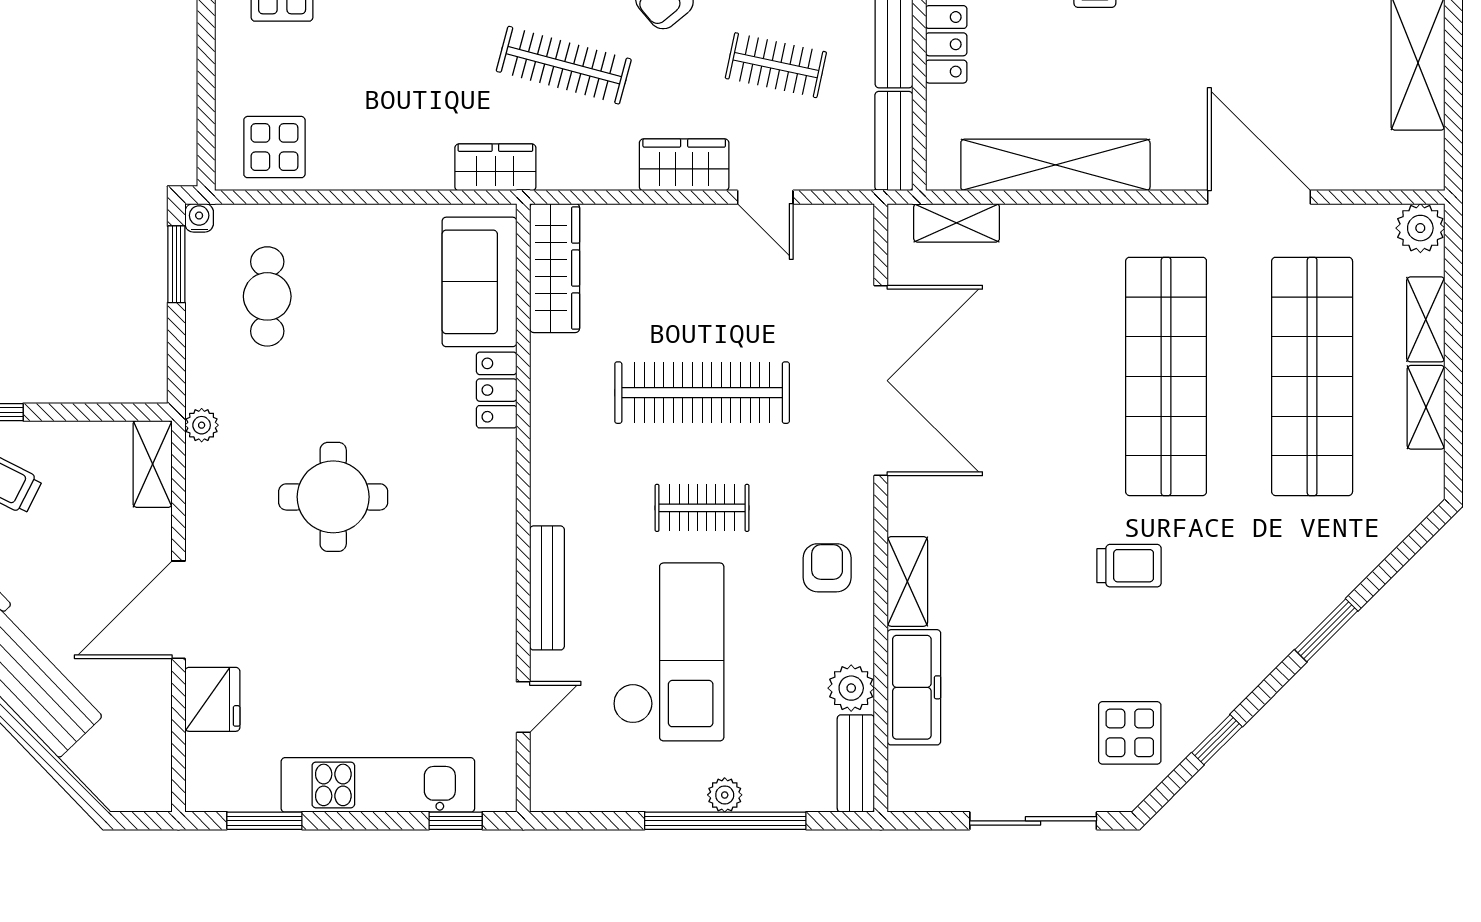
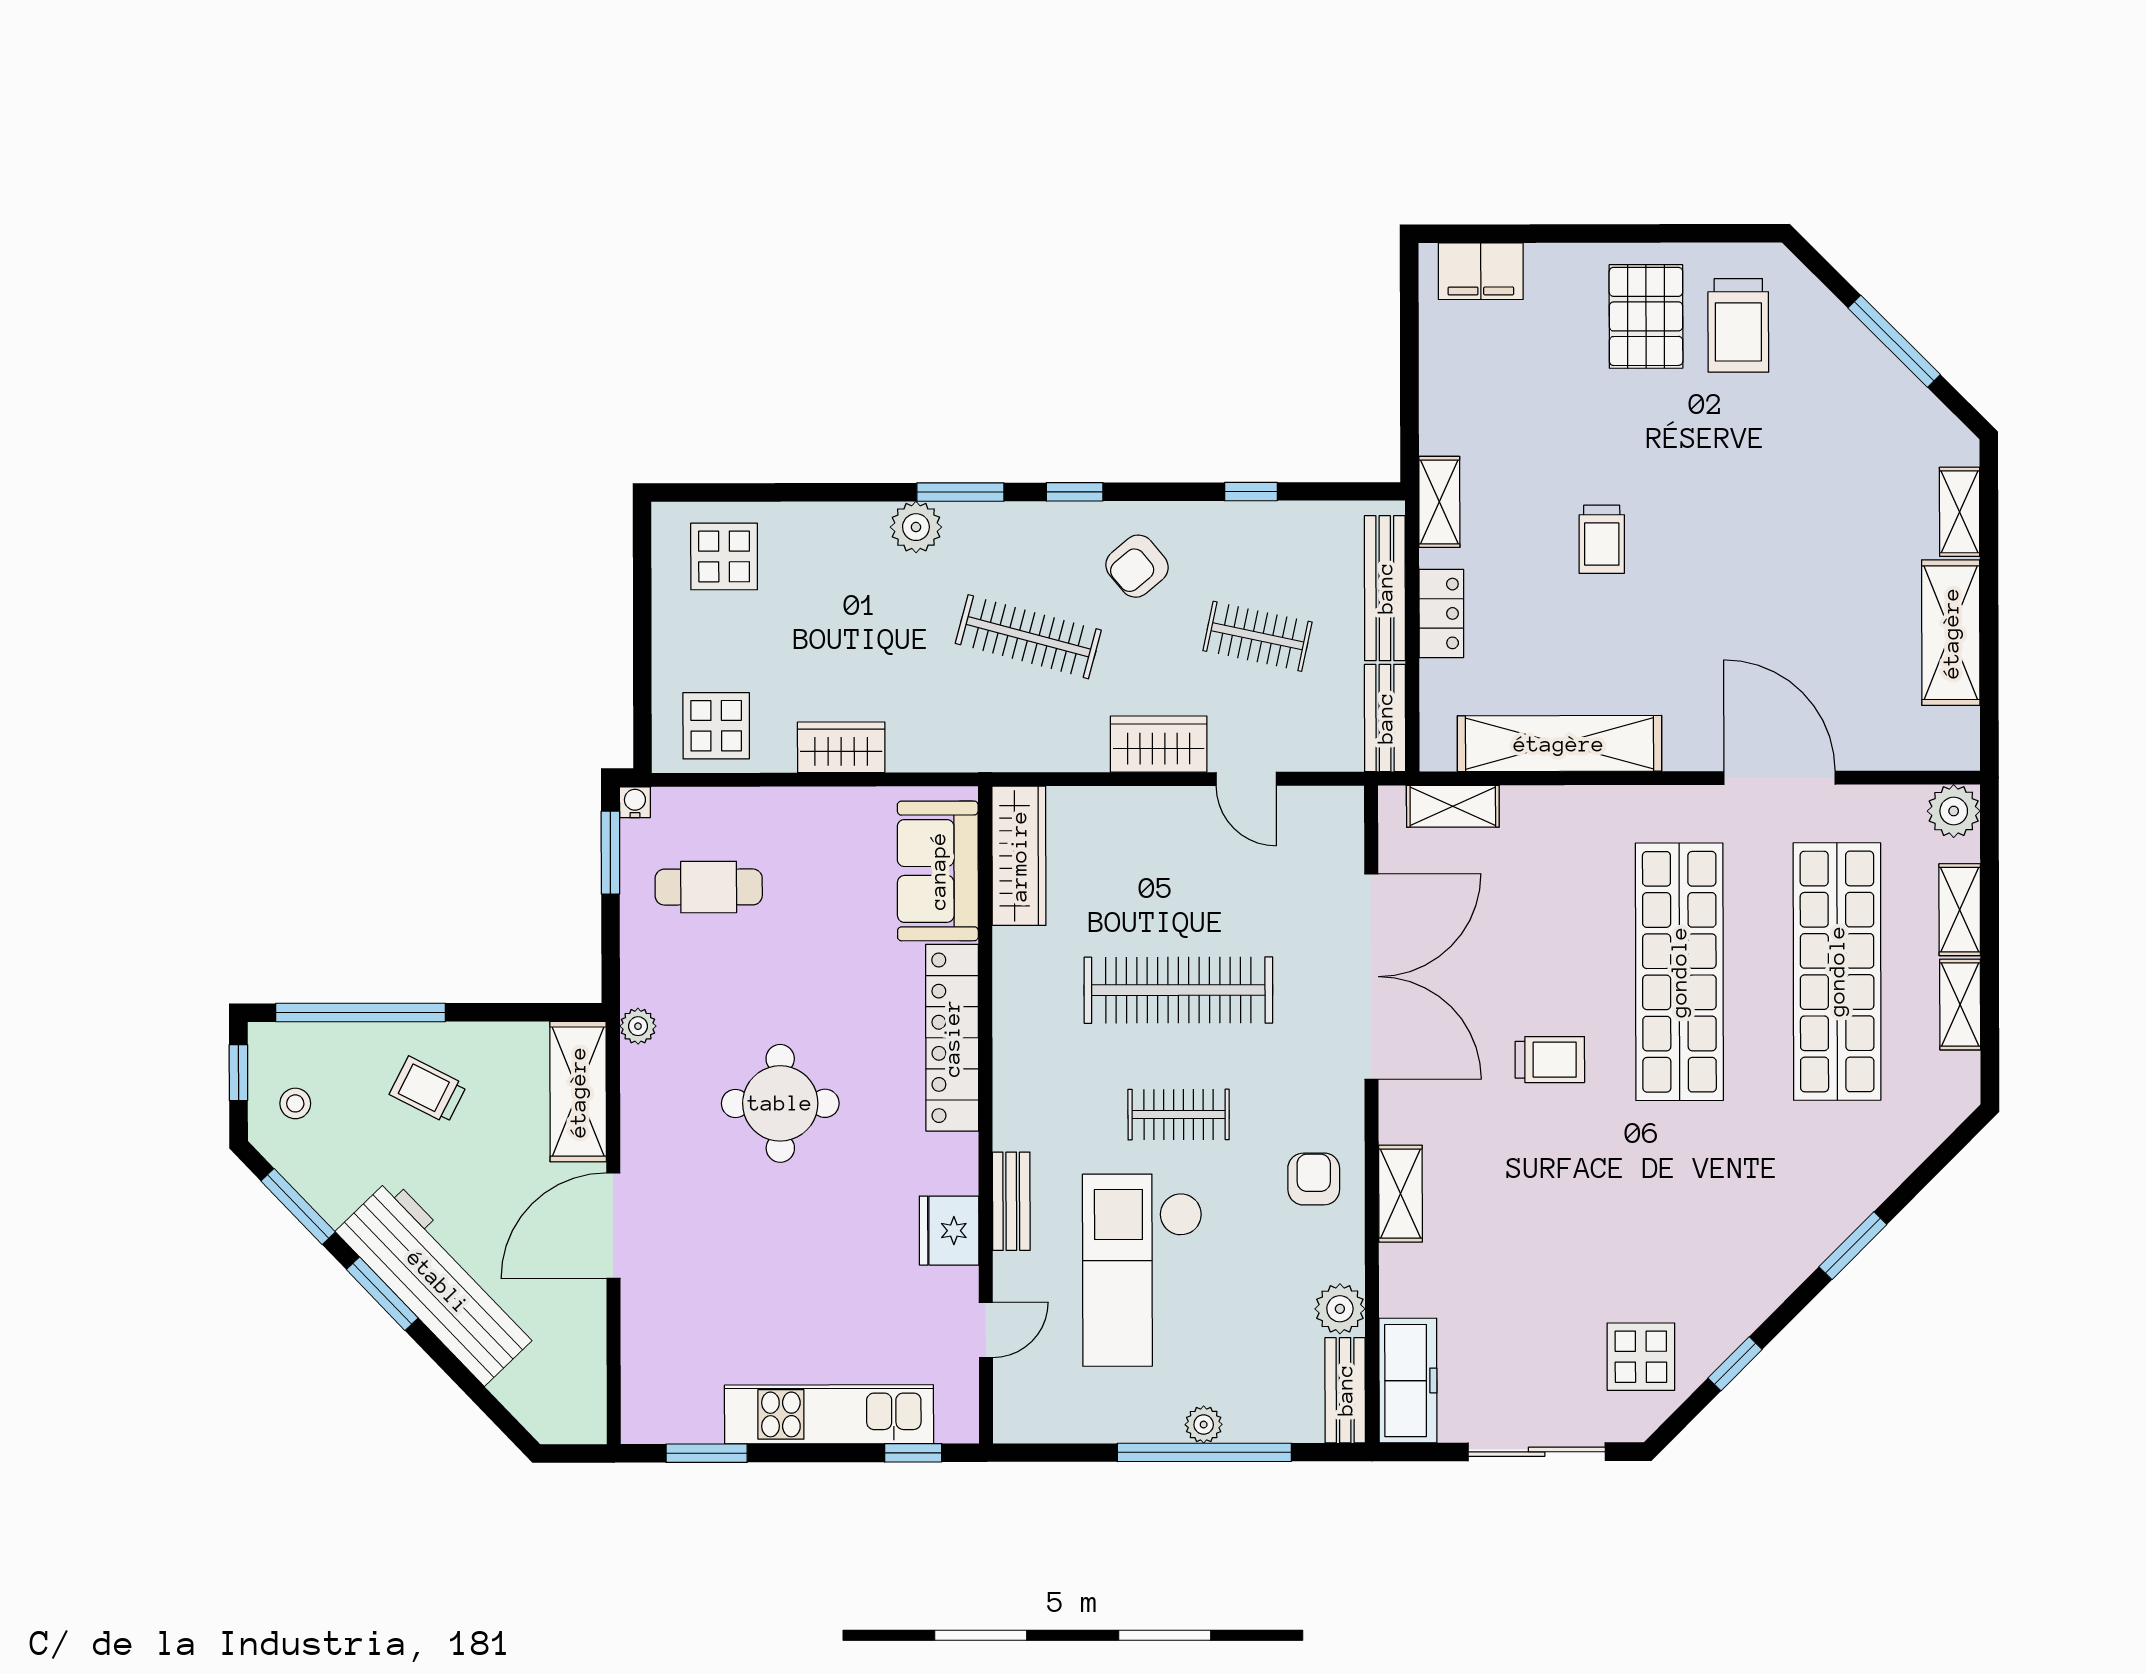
wardrobe: (495, 167) -> (841, 747), moved
cafe table: (267, 296) -> (709, 887), turned 90
locker: (497, 390) -> (952, 1038), width x2.16, depth x1.21
shelving: (153, 464) -> (578, 1092), width x1.50, depth x1.33
trolley: (1129, 566) -> (1550, 1060), moved
bench: (547, 588) -> (1011, 1201), width x0.73
checkout: (668, 652) -> (1143, 1270), turned 180
freezer: (914, 687) -> (1408, 1381), moved
fridge: (212, 699) -> (949, 1231), moved, turned 180

